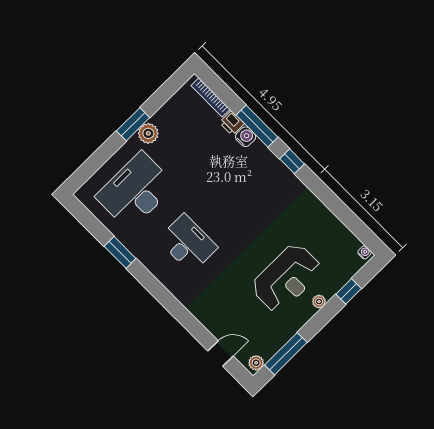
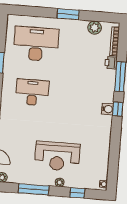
plant: (148, 133) -> (95, 28), moved
water cooler: (246, 137) -> (107, 109), moved
desk: (188, 244) -> (32, 92), turned -90
window: (286, 354) -> (34, 189), moved

